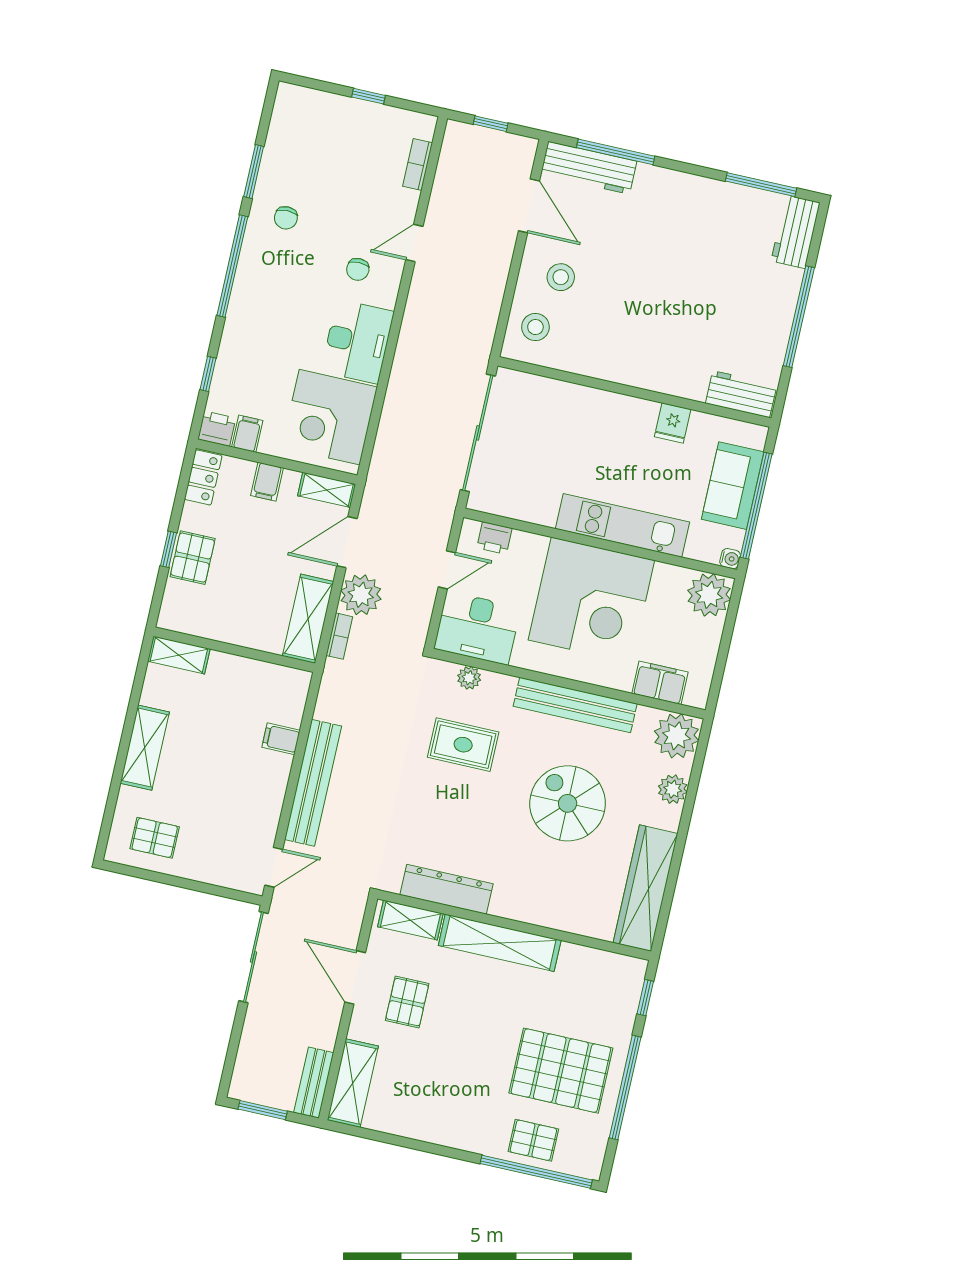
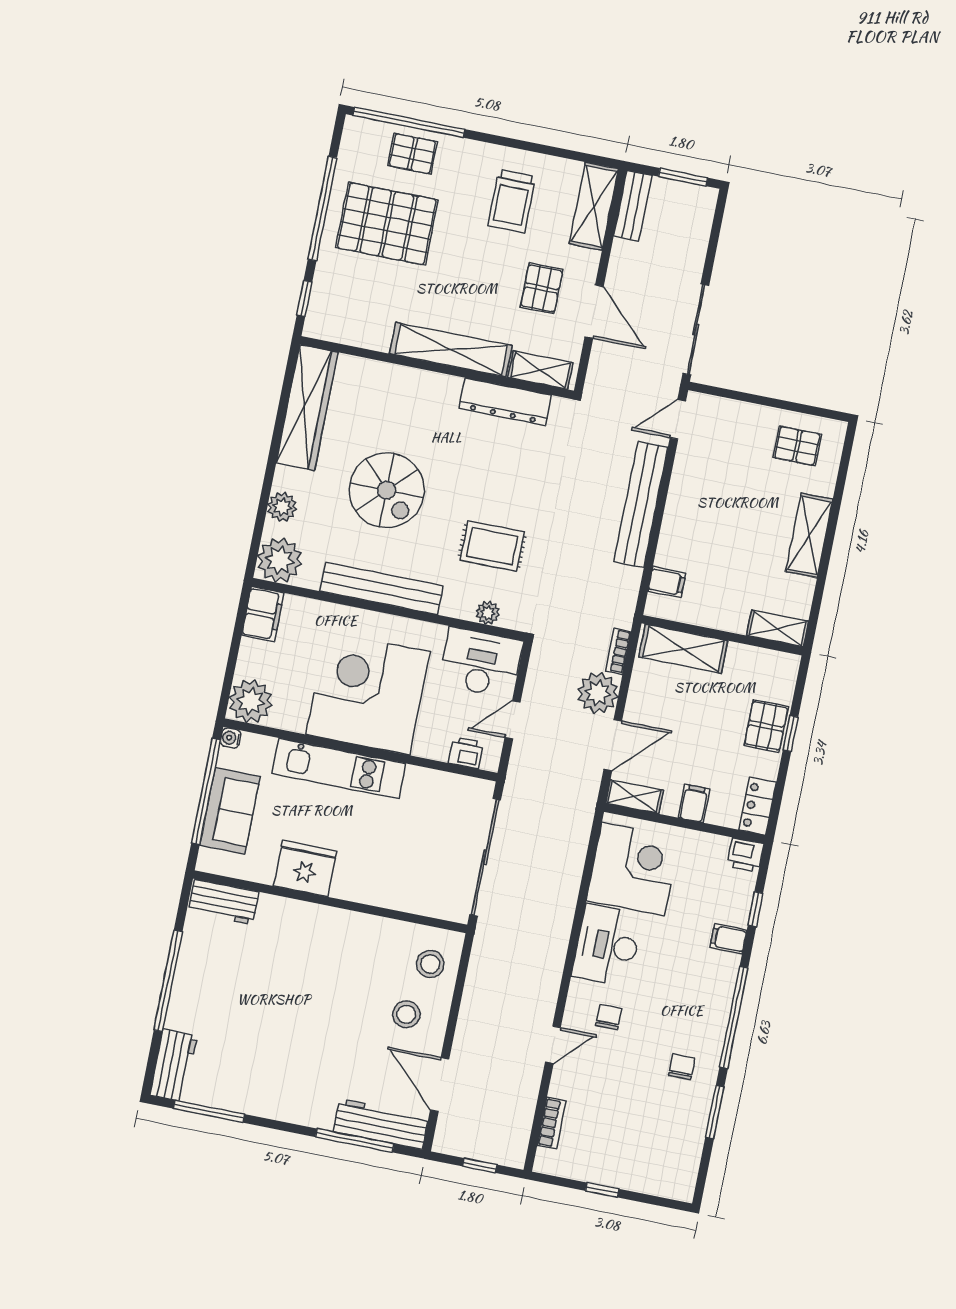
fridge: (673, 423) -> (305, 868), width x1.88, depth x1.34
filing cabinet: (247, 434) -> (728, 939), moved, turned 90
shelving: (308, 619) -> (683, 649), moved, turned 90
filing cabinet: (660, 683) -> (263, 614), moved, turned -90
filing cabinet: (281, 739) -> (667, 582), moved
trolley: (435, 1090) -> (512, 201), added

